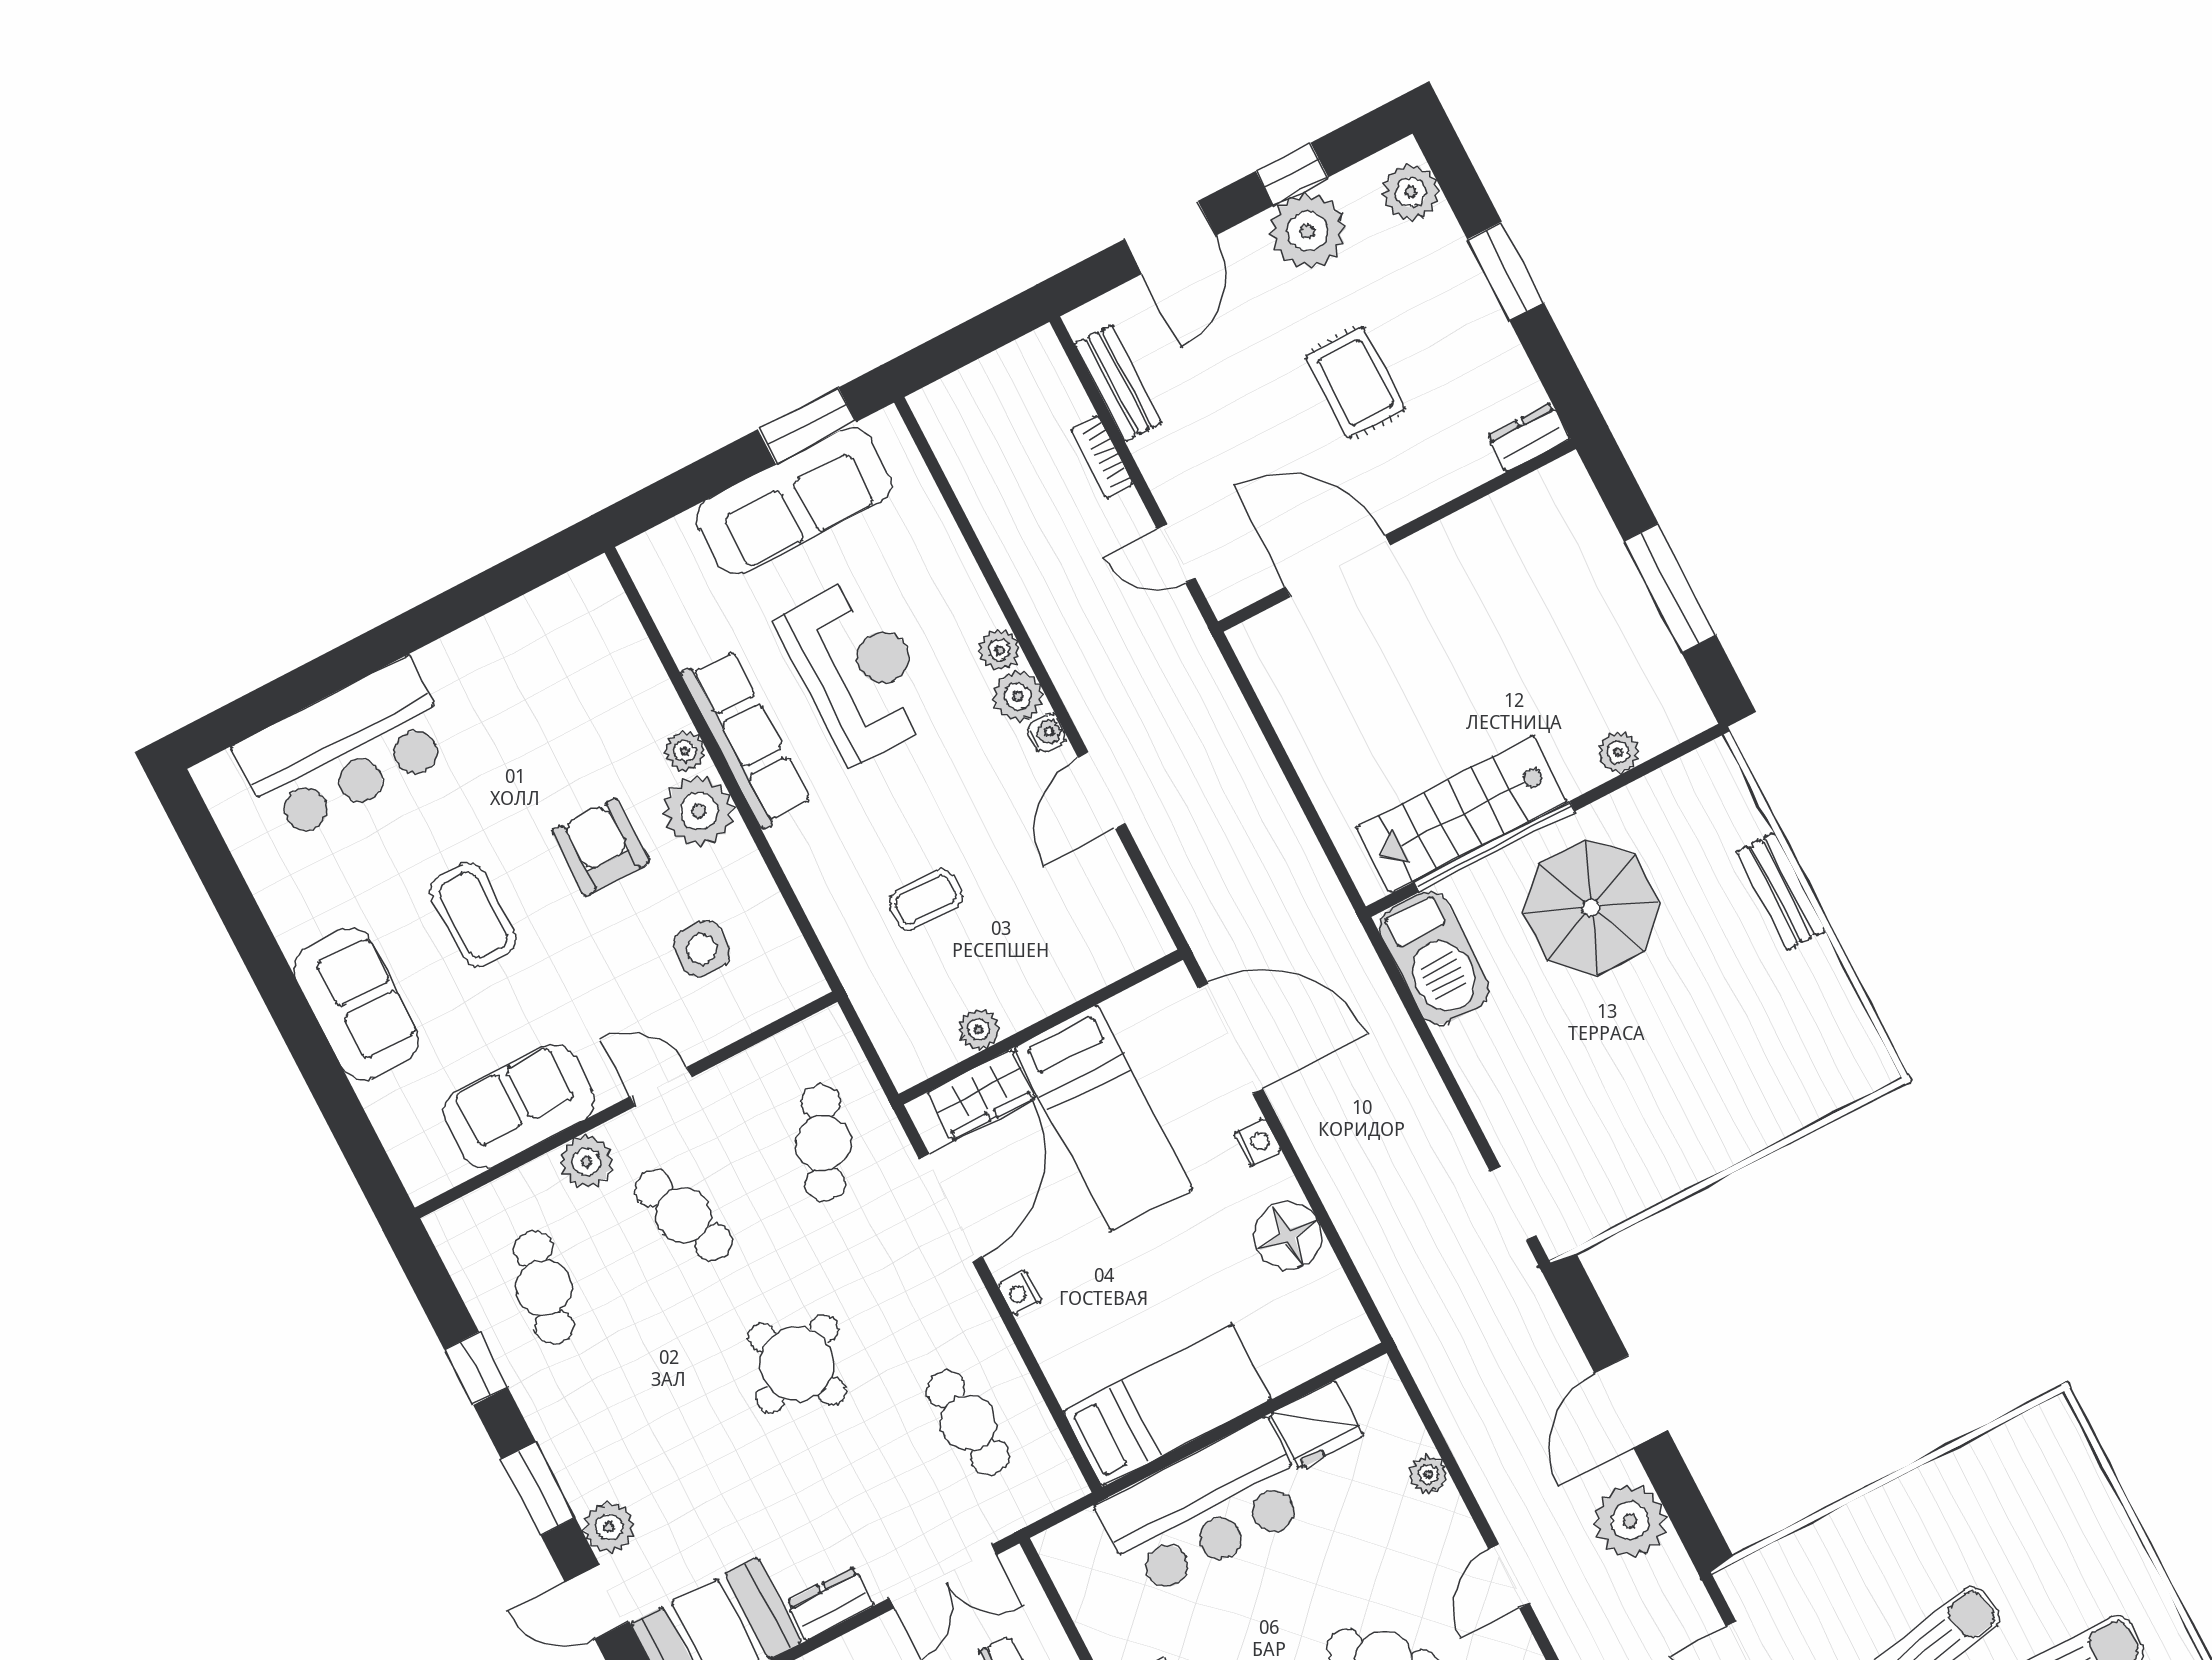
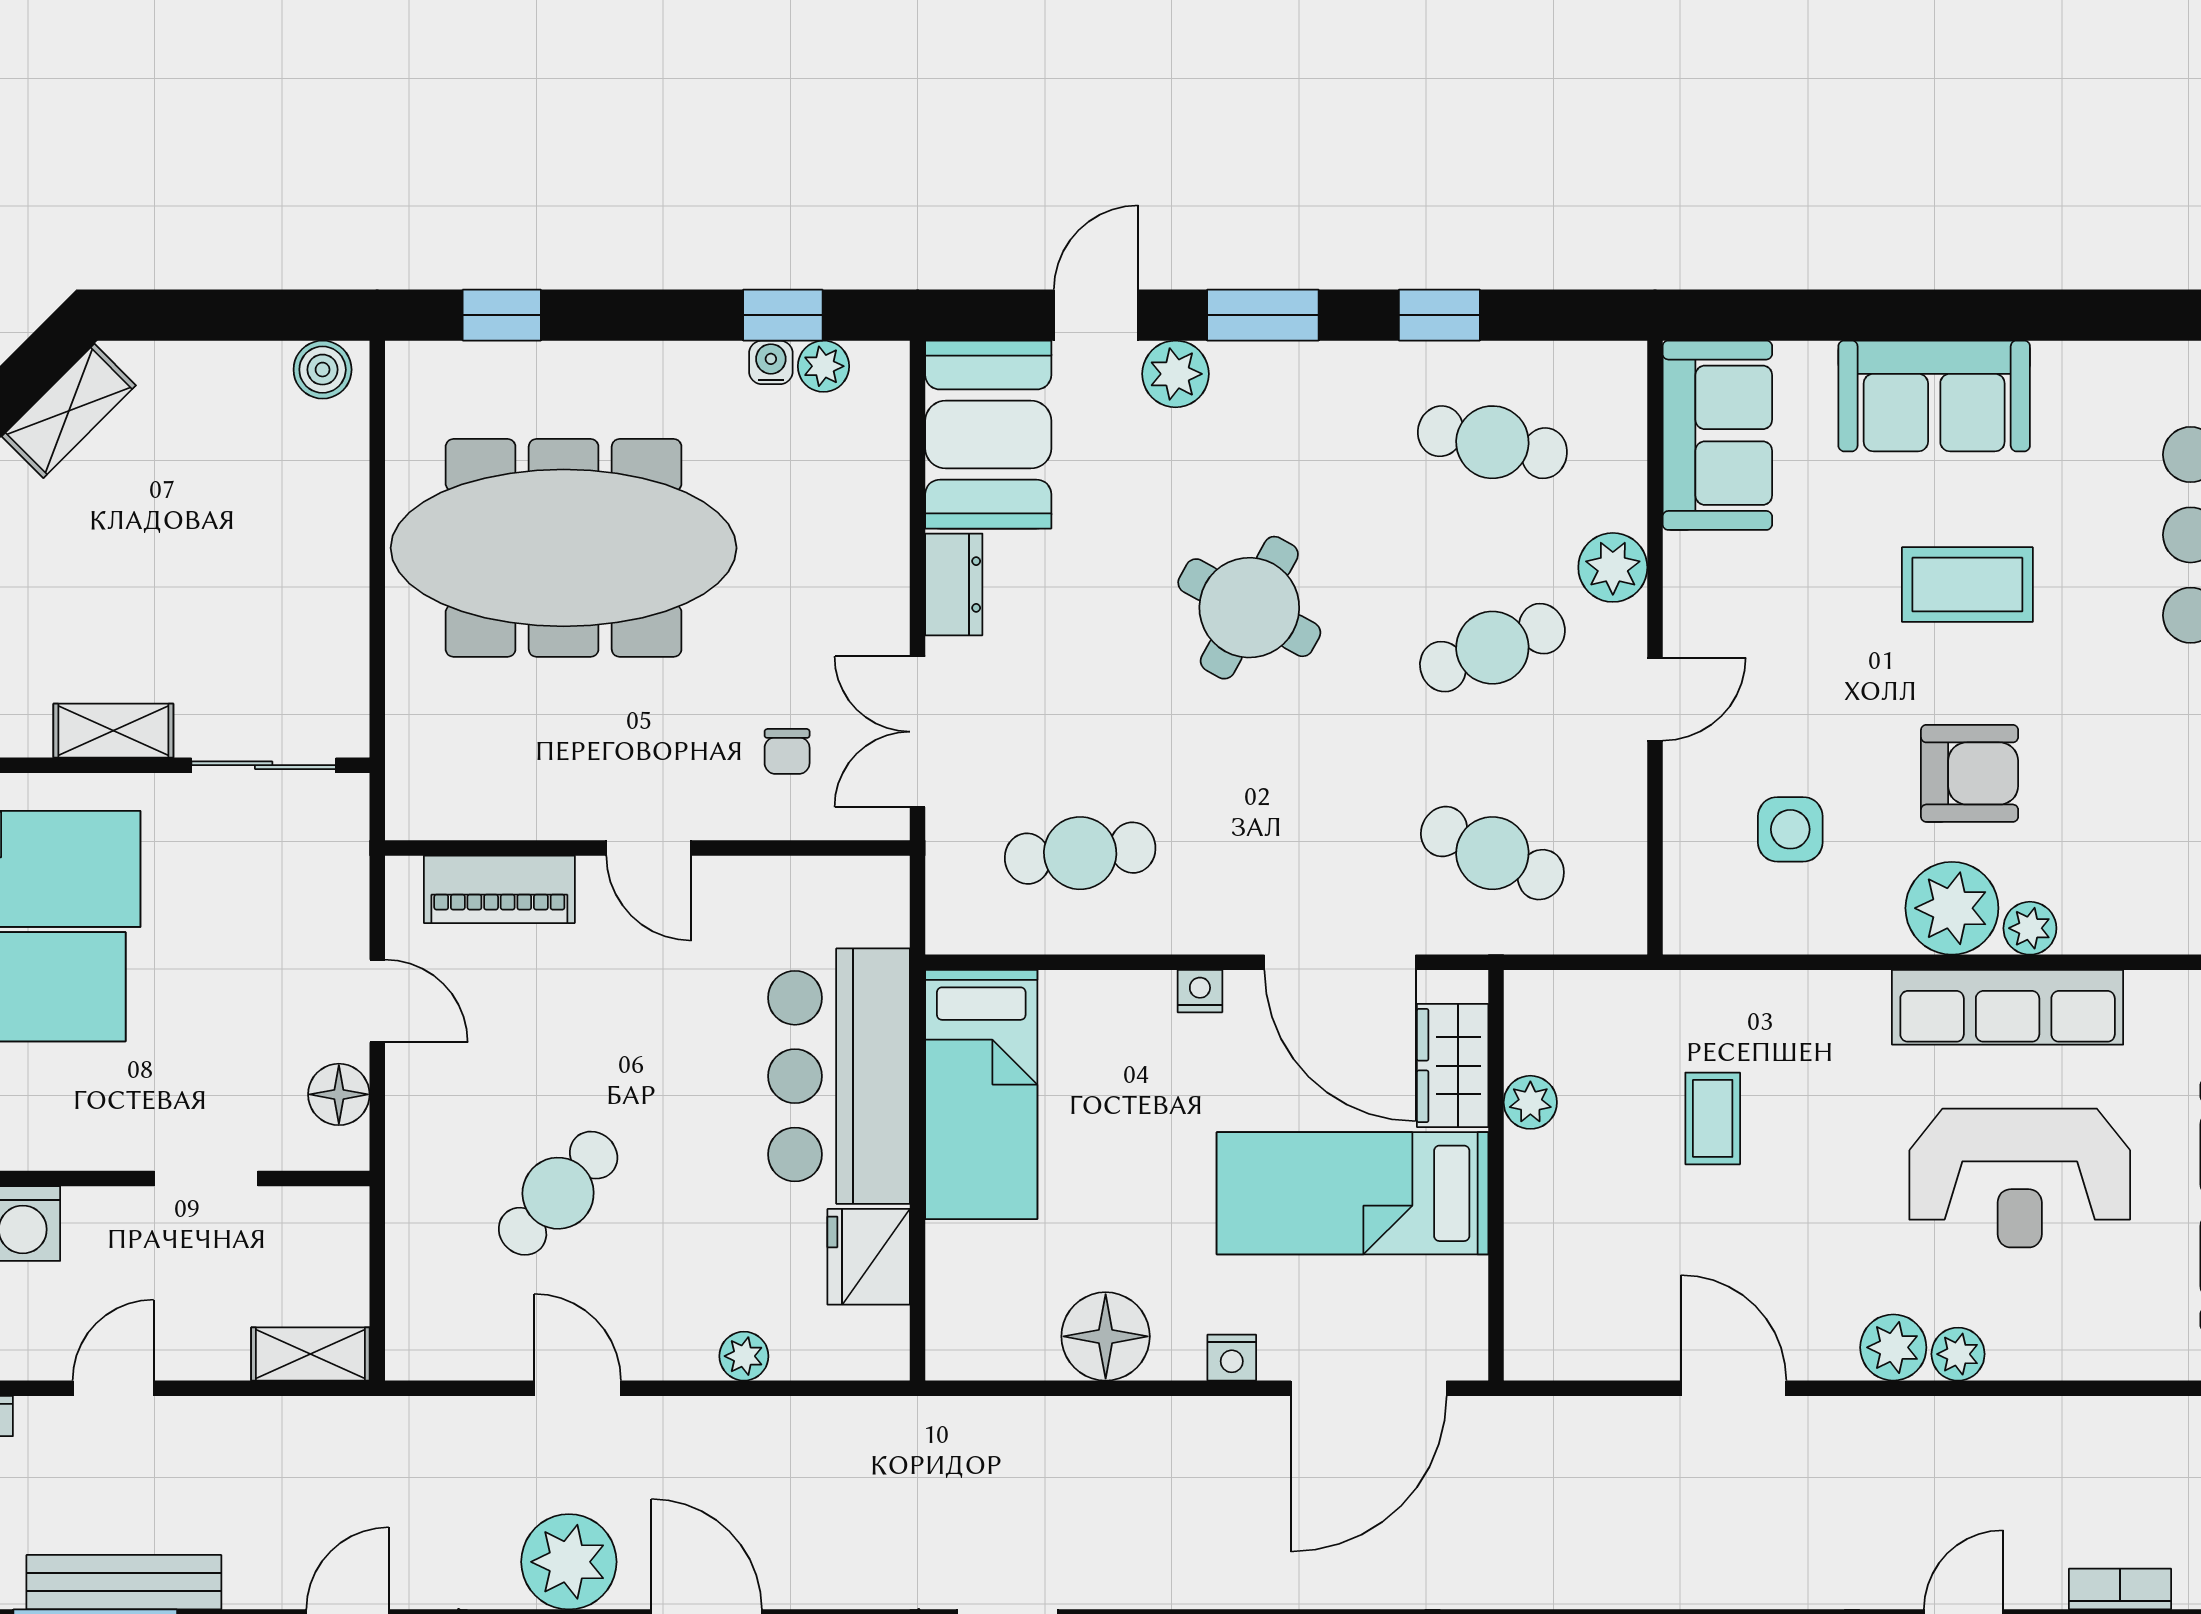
water cooler: (1047, 733) -> (1833, 1359), removed
sofa: (519, 1107) -> (1717, 435), moved
round table: (797, 1364) -> (1249, 608), moved, turned -36

